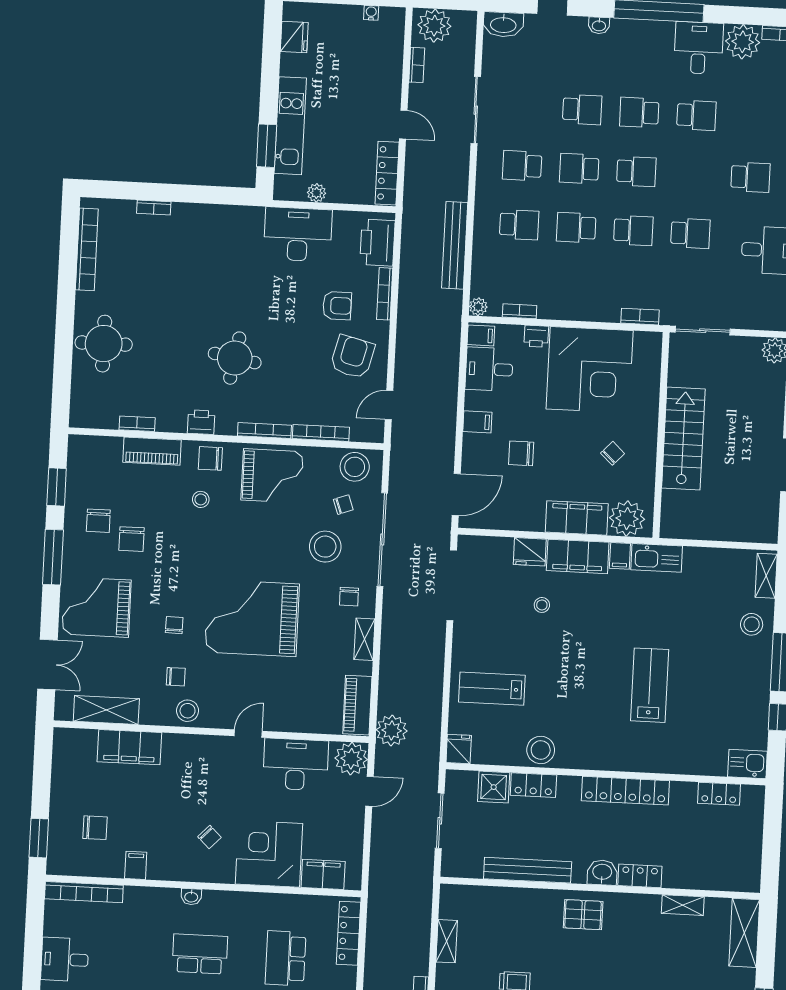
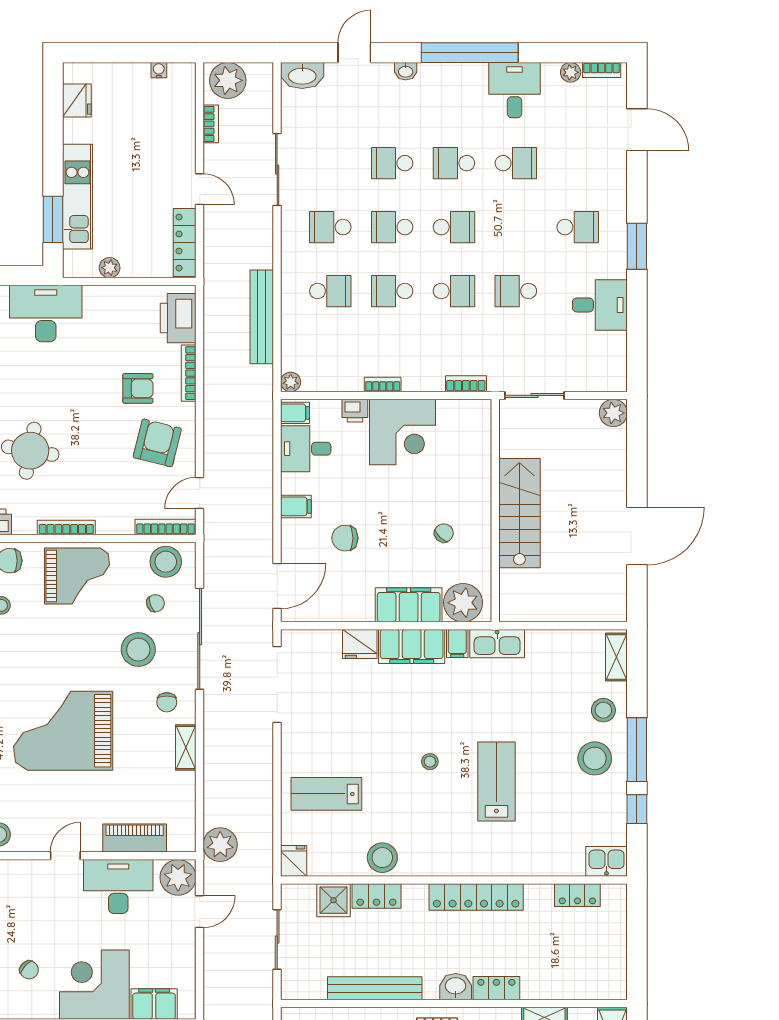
plant: (743, 42) -> (571, 72), width x0.53, depth x0.53
school desk: (582, 110) -> (392, 163), turned 180
school desk: (690, 233) -> (516, 291), turned 180
desk: (298, 234) -> (46, 314), moved
bookcase: (520, 311) -> (383, 385), moved
corner desk: (590, 370) -> (402, 432), width x0.74, depth x0.74
bookcase: (321, 433) -> (165, 527), moved
stool: (542, 605) -> (430, 762), moved
stool: (741, 668) -> (595, 758), added
piano: (357, 705) -> (135, 838), moved, turned 90

